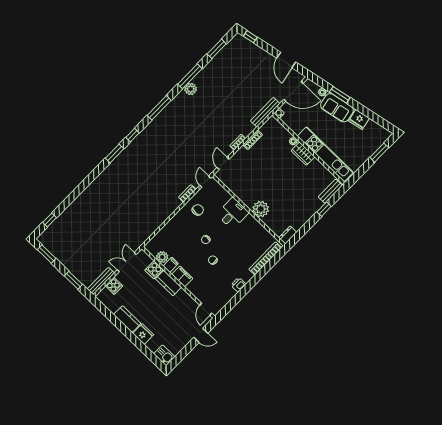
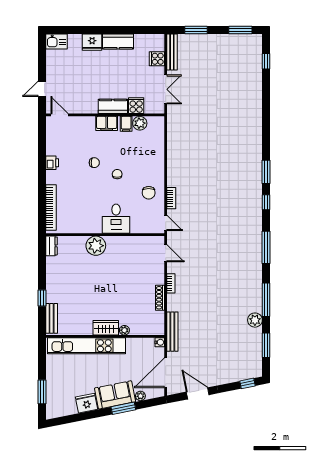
plant: (191, 89) -> (255, 320), moved

